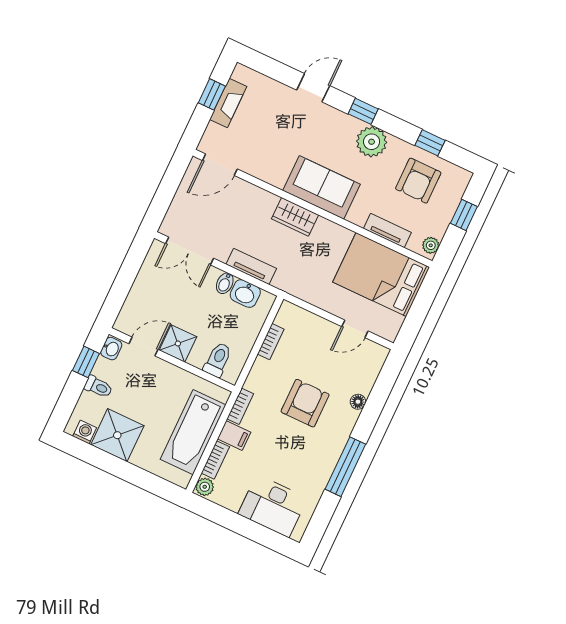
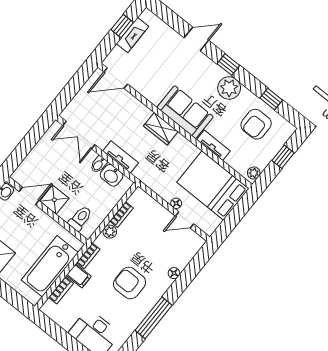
tv unit: (387, 230) -> (213, 145), moved
floor lamp: (339, 310) -> (176, 203), added
armchair: (305, 403) -> (130, 283), moved, turned -90
plant: (205, 487) -> (110, 232), moved

